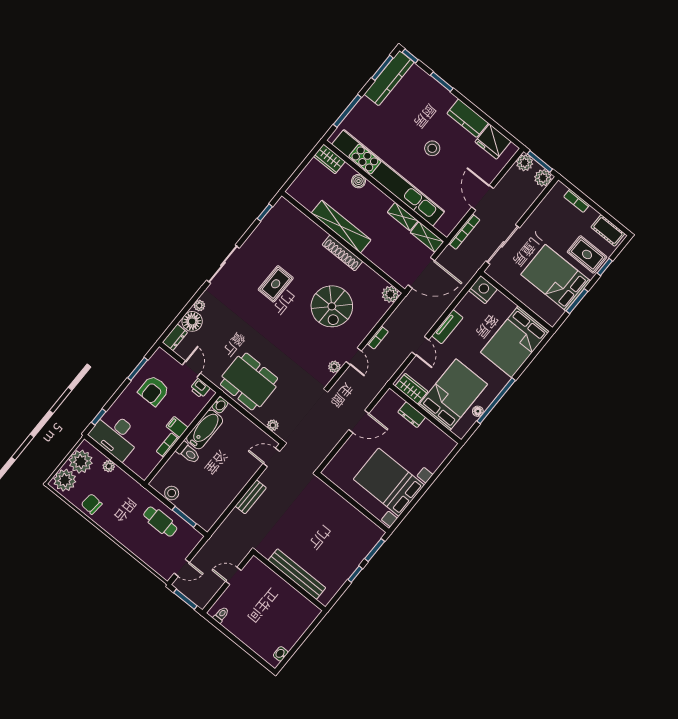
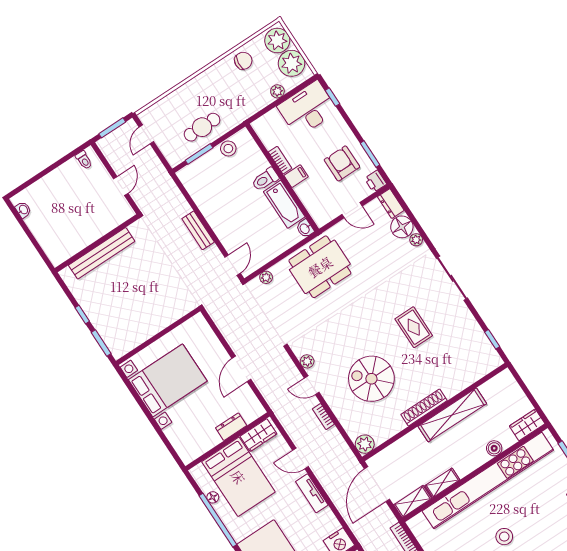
printer: (200, 388) -> (376, 181), moved, turned -90

